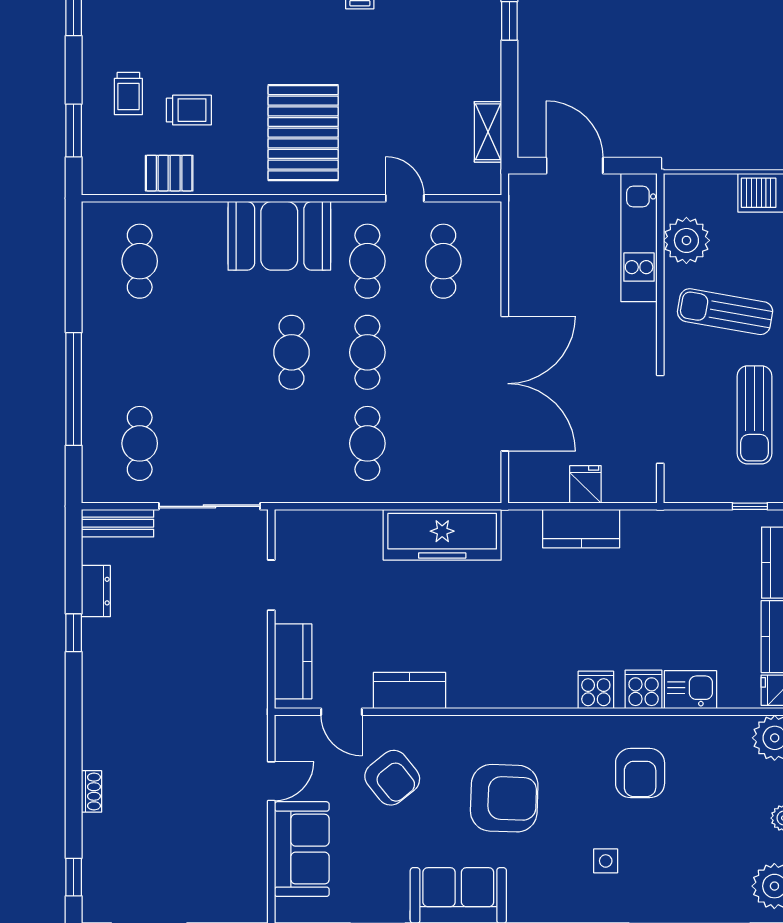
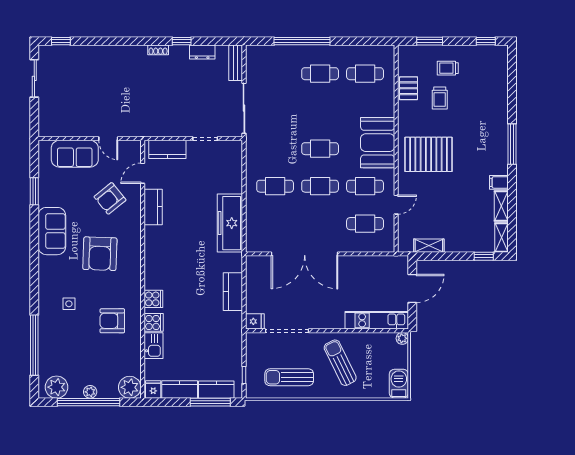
plant: (686, 240) -> (402, 338), moved, width x0.53, depth x0.53
sun lounger: (725, 312) -> (340, 363), turned -36
cafe table: (140, 443) -> (320, 74), moved
fridge: (585, 484) -> (255, 321), moved
shoe rack: (92, 791) -> (158, 50), moved

